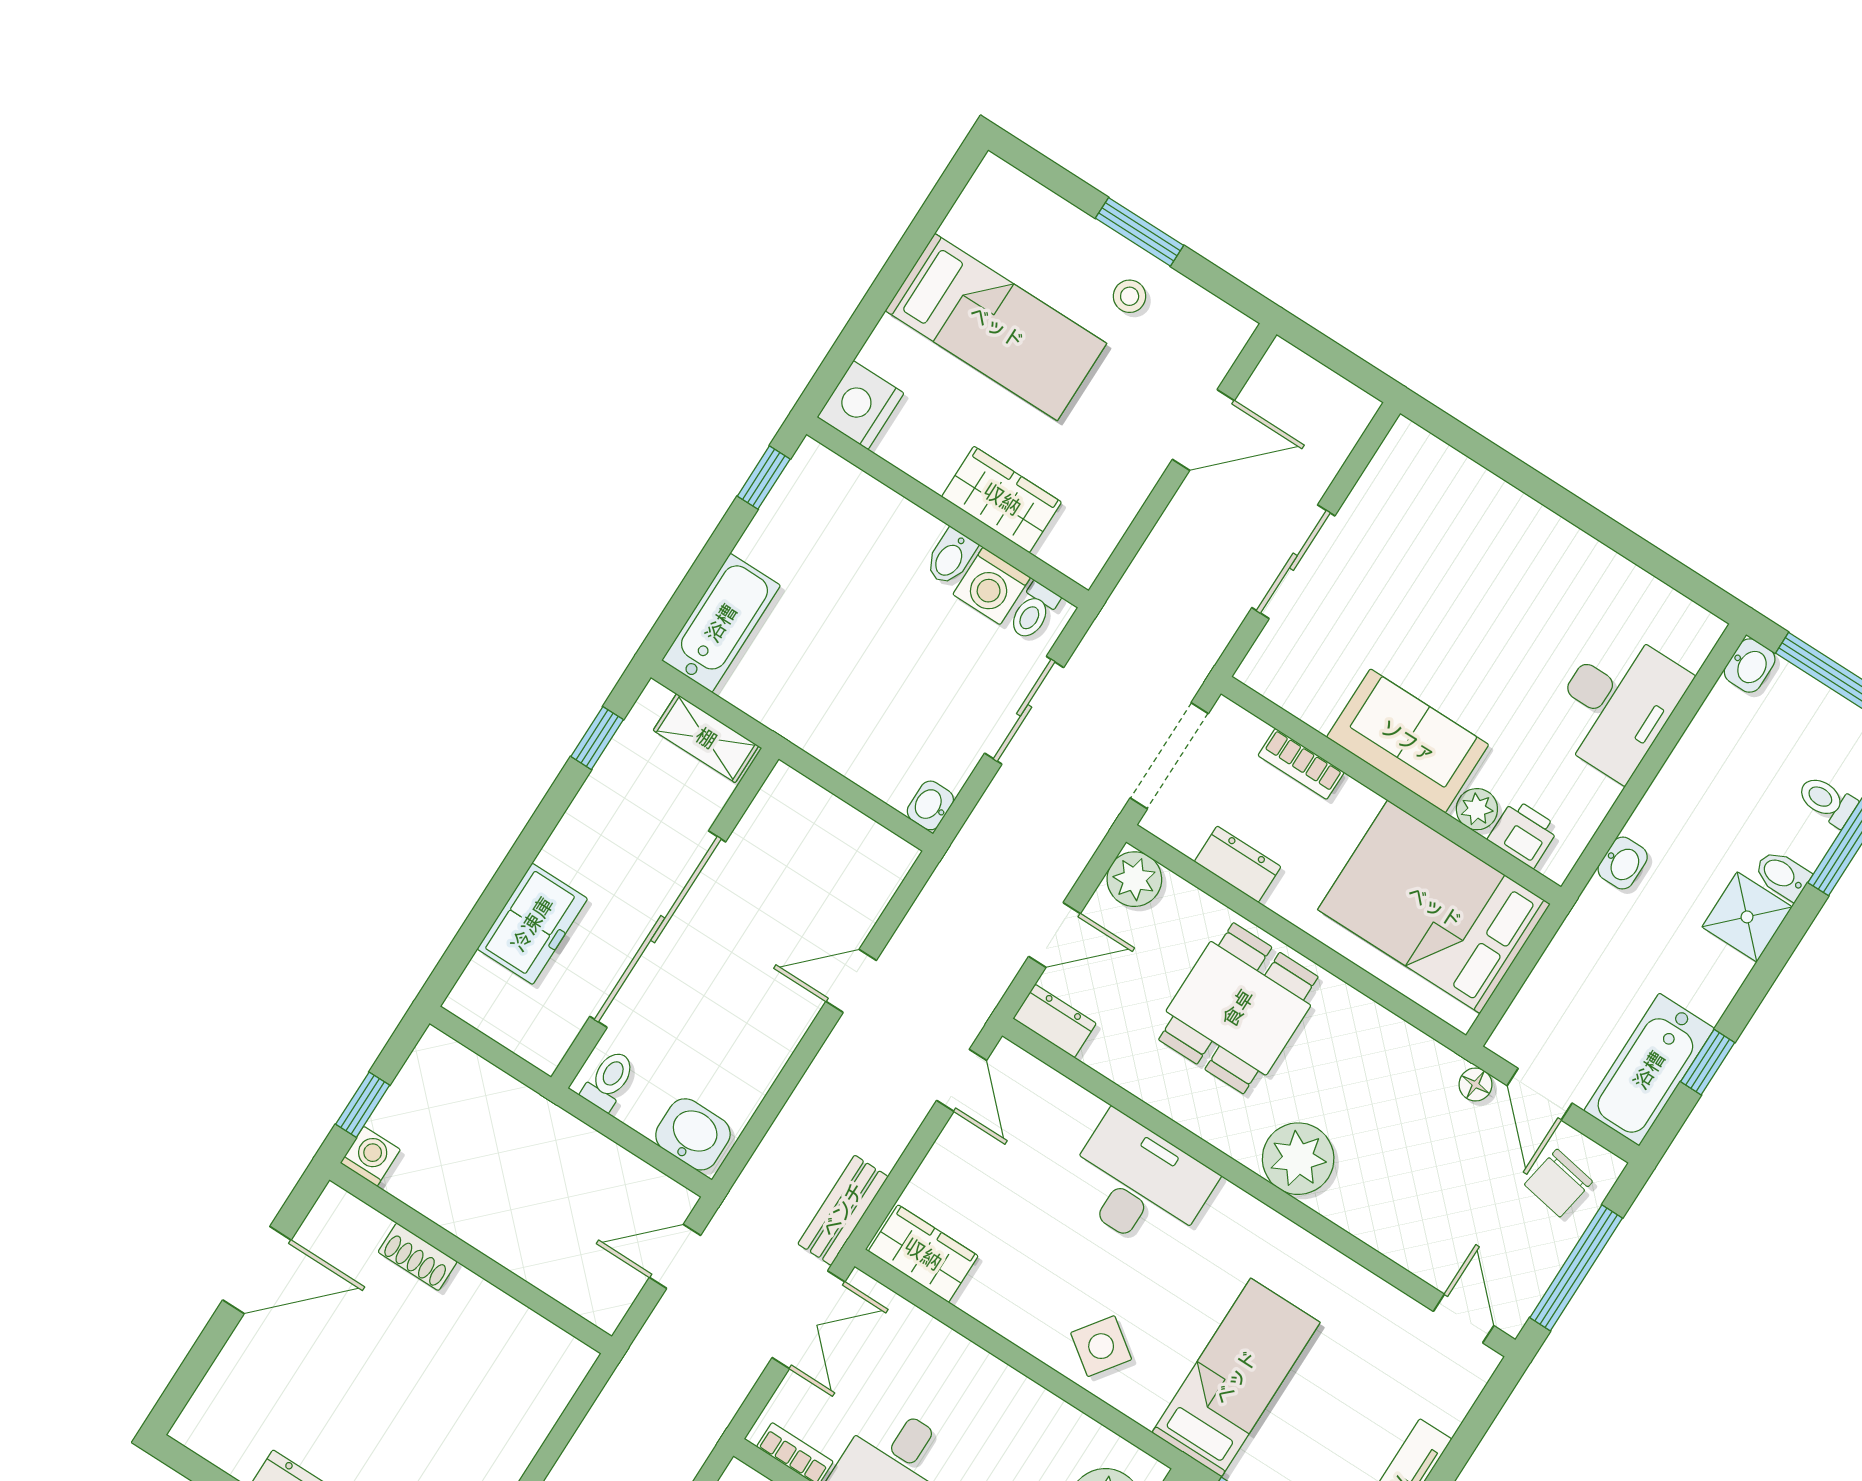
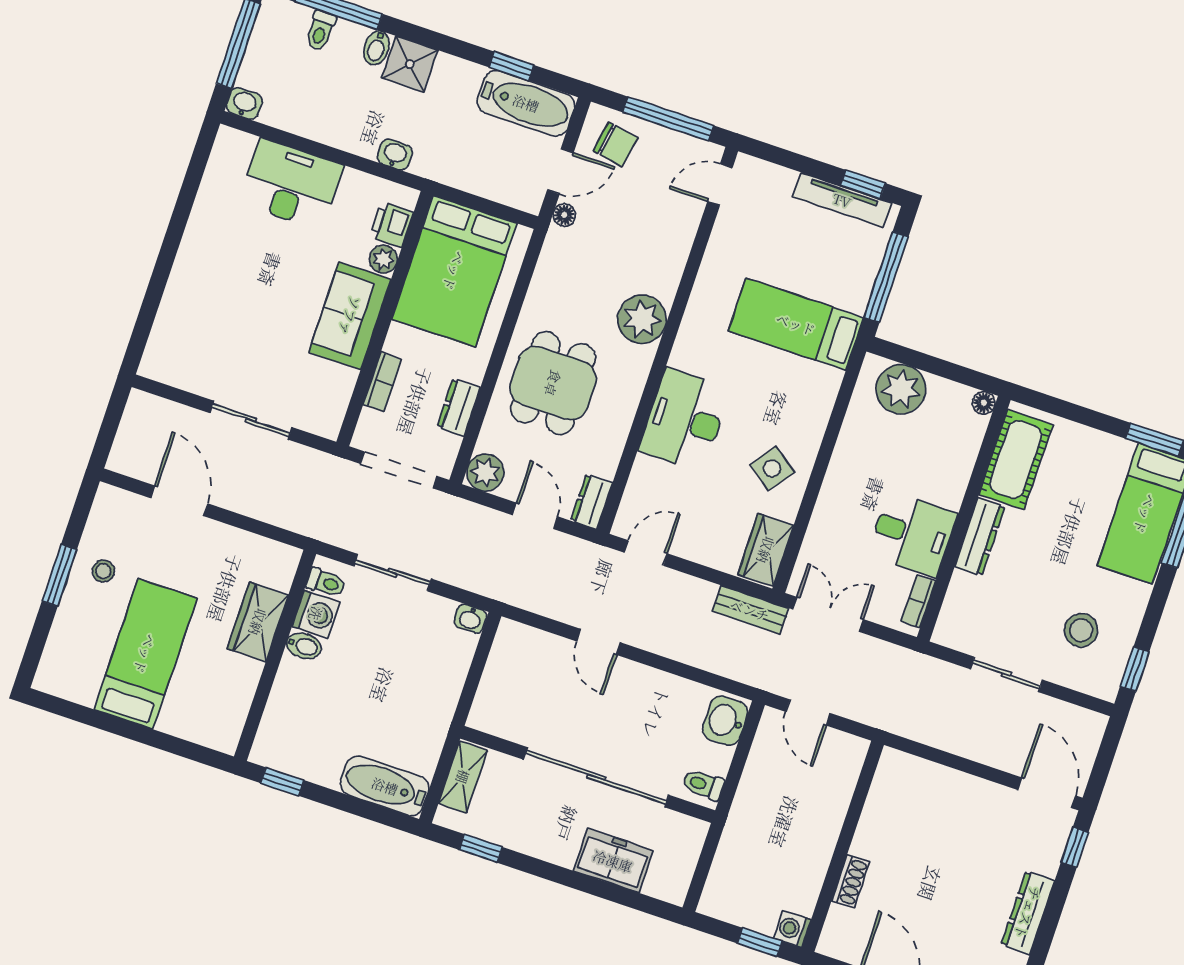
nightstand: (861, 405) -> (219, 730), removed
dining table: (1238, 1008) -> (553, 383), turned 90
side table: (1101, 1346) -> (772, 468), moved

